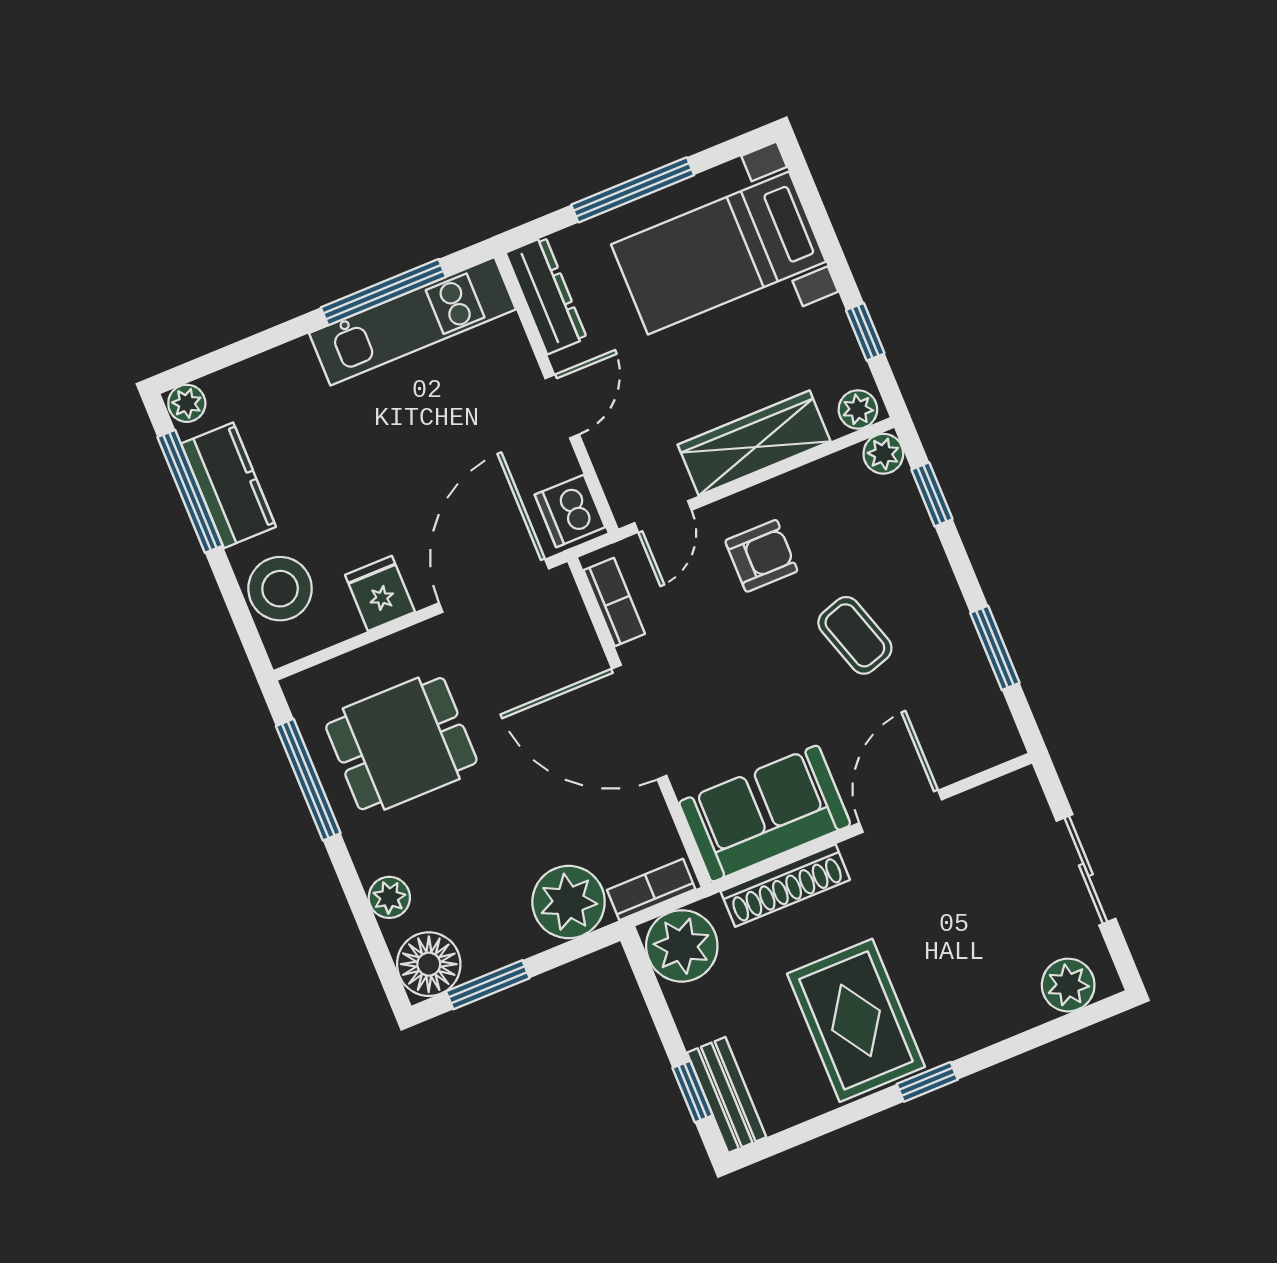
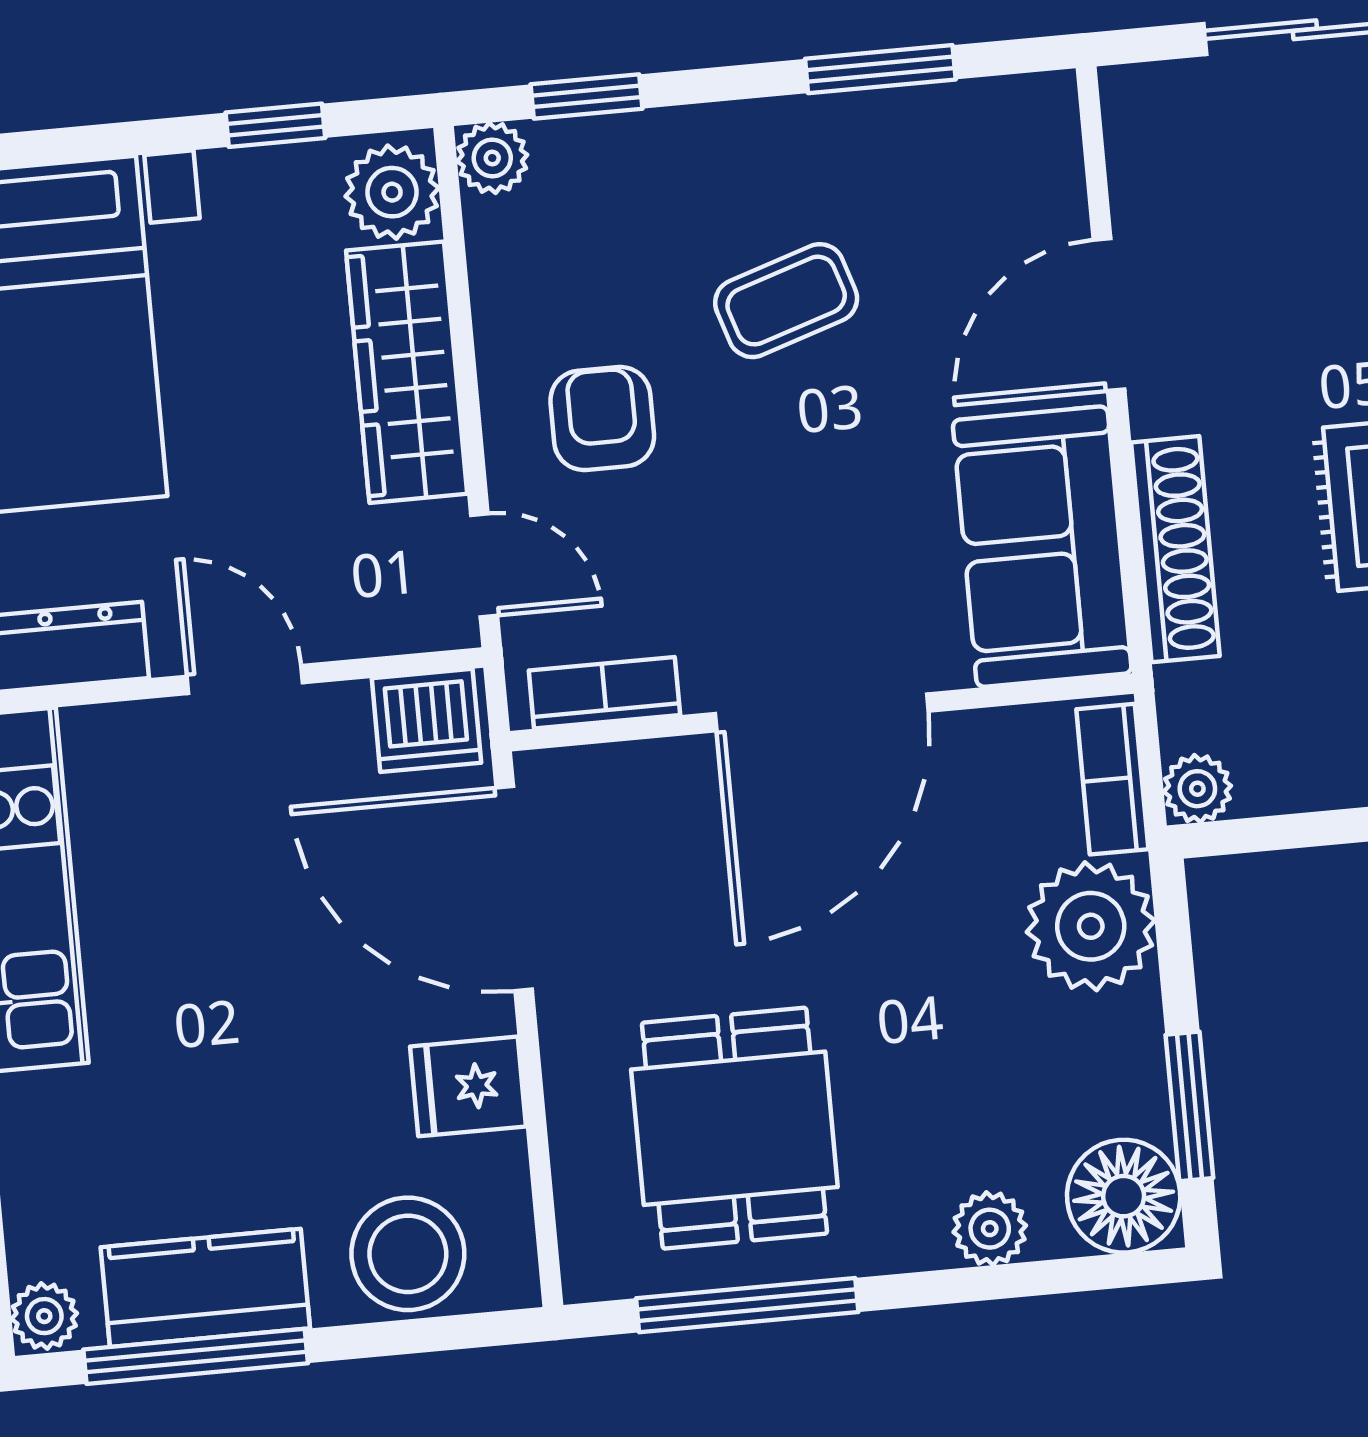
plant: (858, 409) -> (392, 192), width x1.38, depth x1.38
door: (900, 811) -> (1109, 315), hinge flipped
plant: (682, 946) -> (1197, 789), width x0.53, depth x0.53

